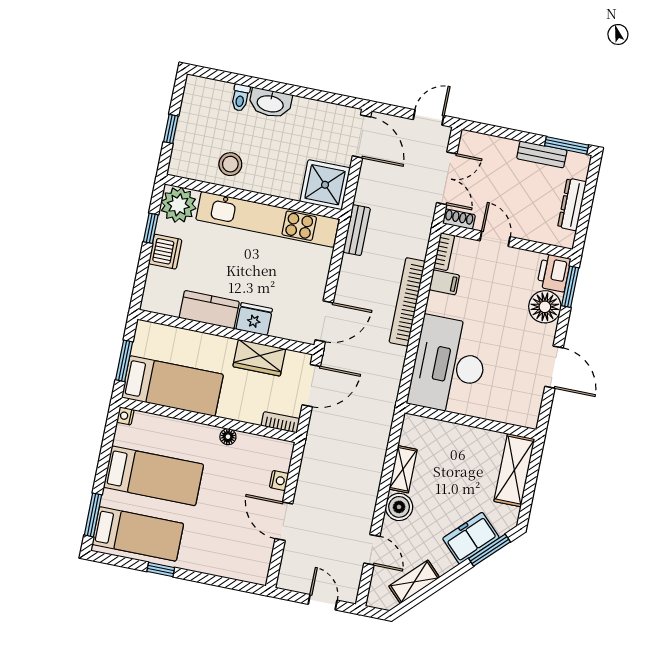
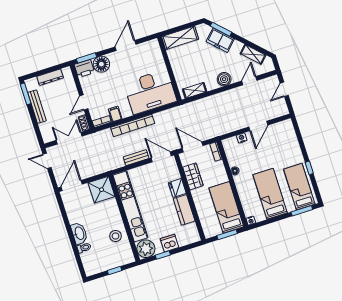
bench: (542, 154) -> (37, 107), width x1.36
bench: (357, 230) -> (136, 158), moved
shelving: (403, 469) -> (195, 90), moved

